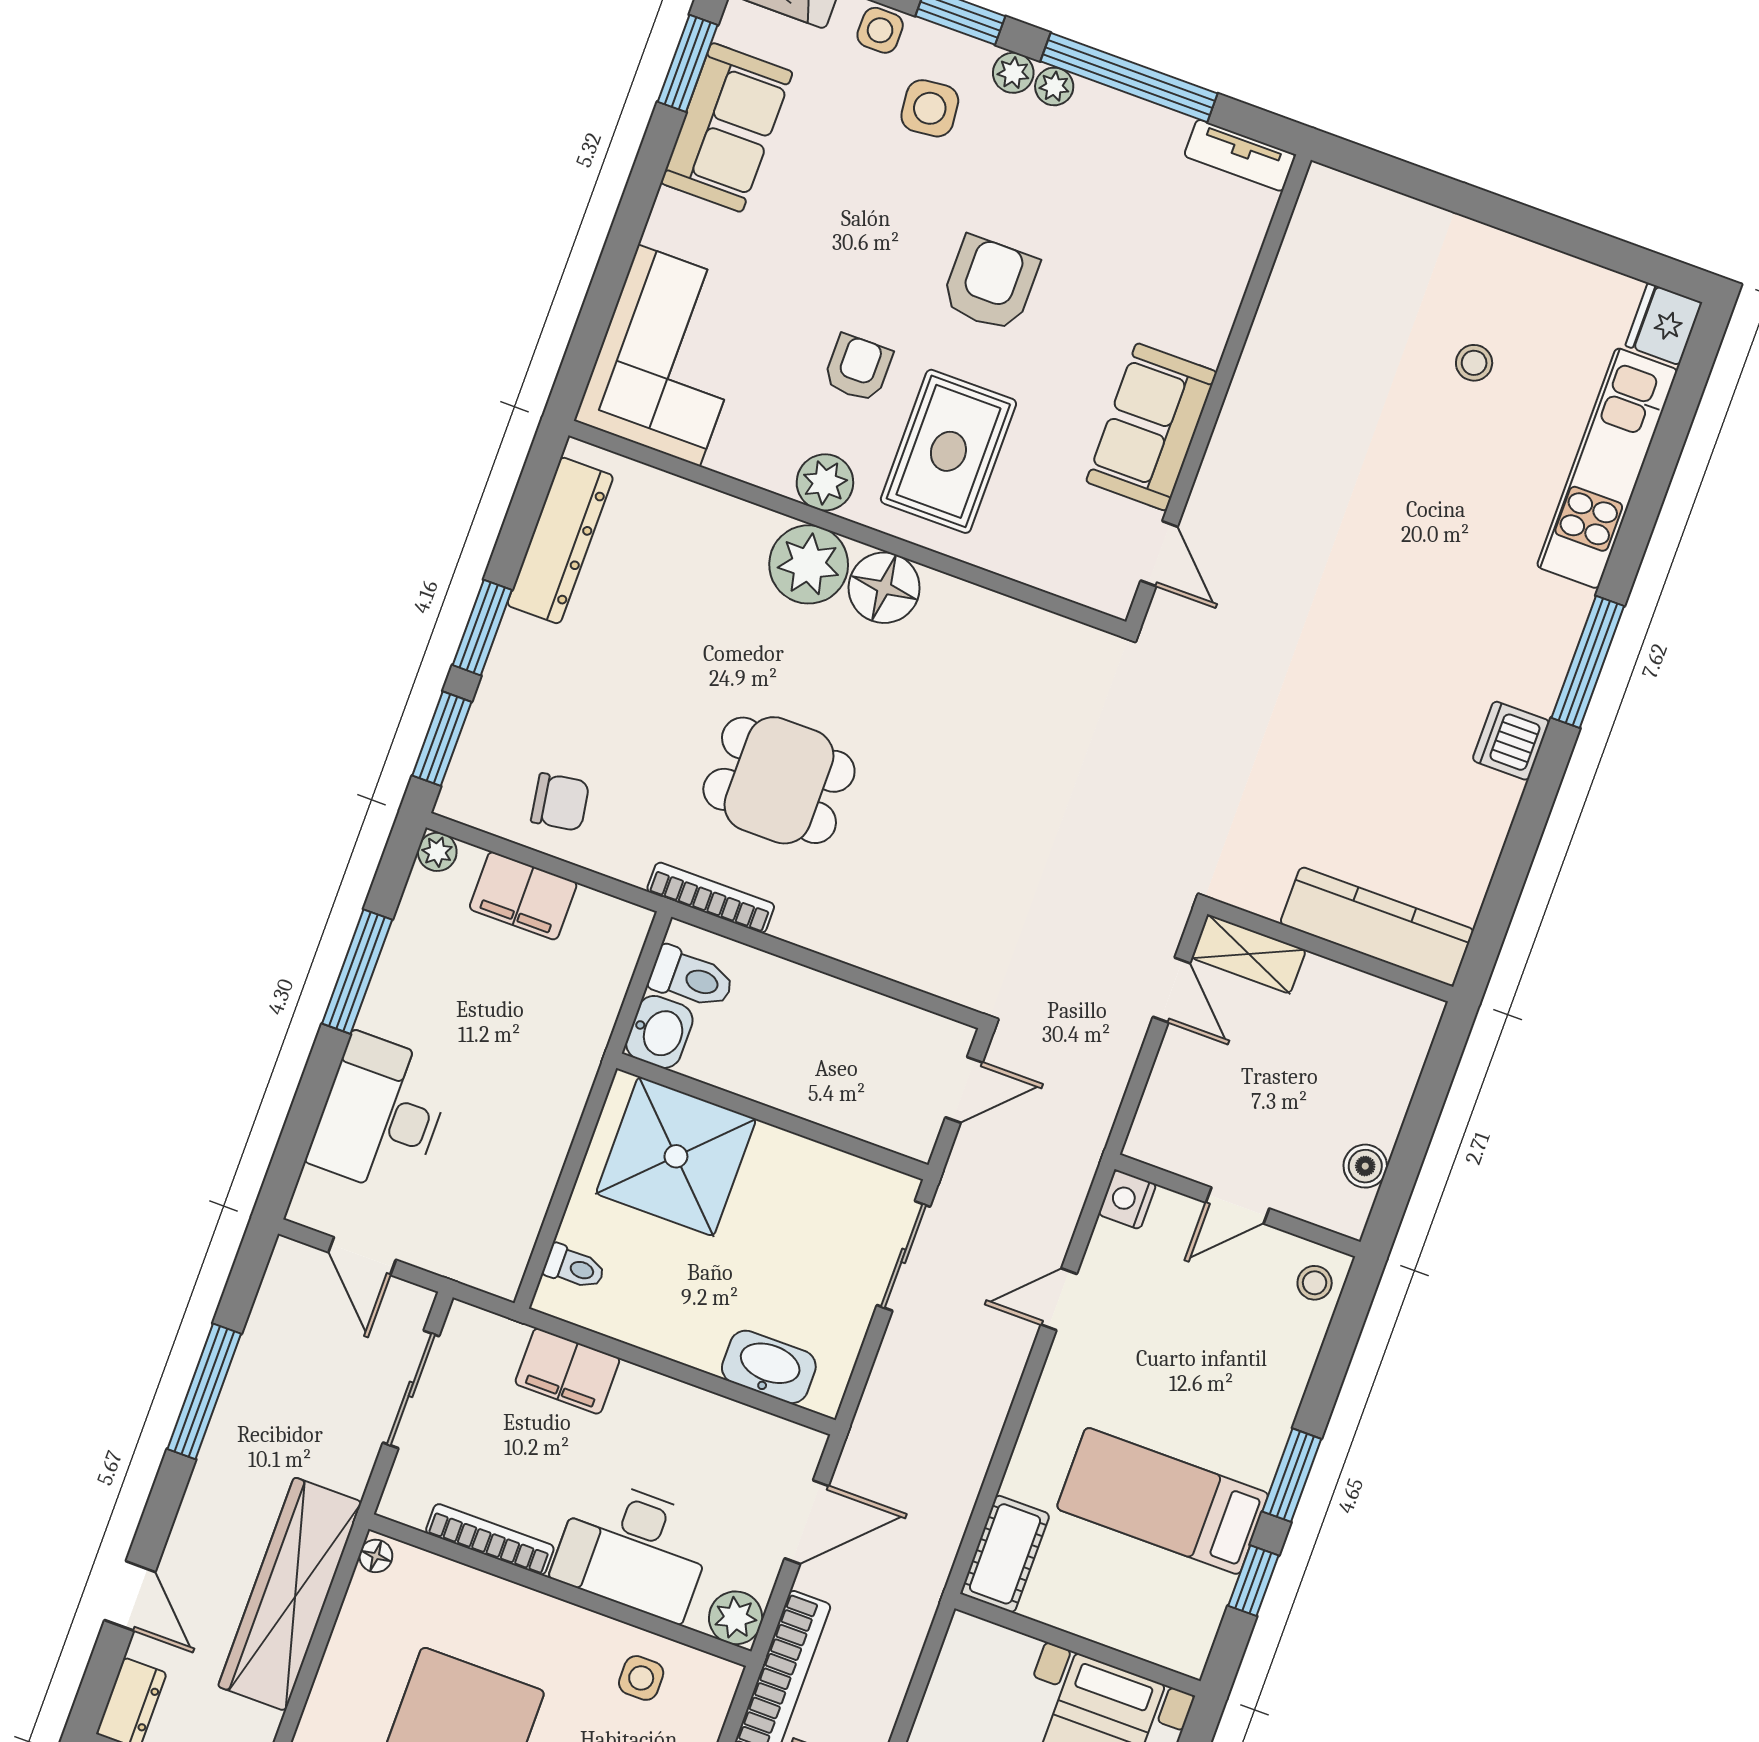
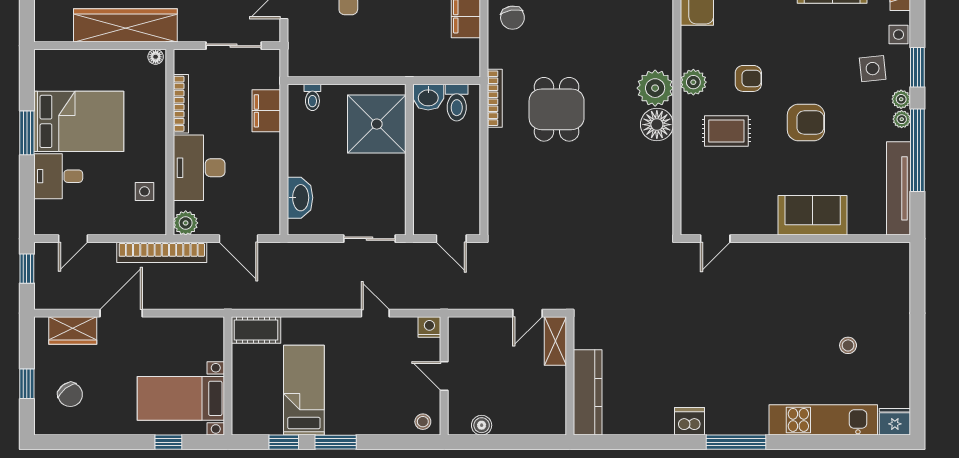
tv unit: (1240, 155) -> (899, 188), width x1.92, depth x1.29
sofa: (1151, 427) -> (813, 215), moved
rug: (948, 451) -> (726, 131), width x0.73, depth x0.70

